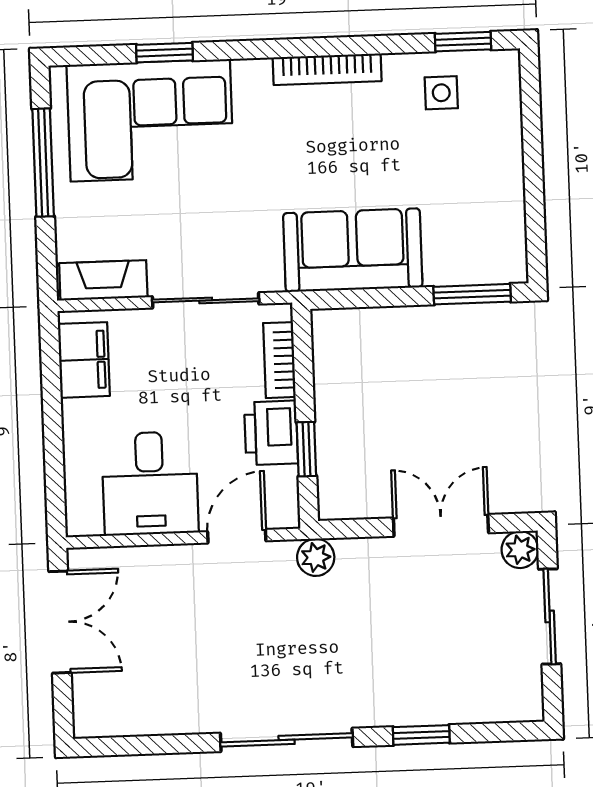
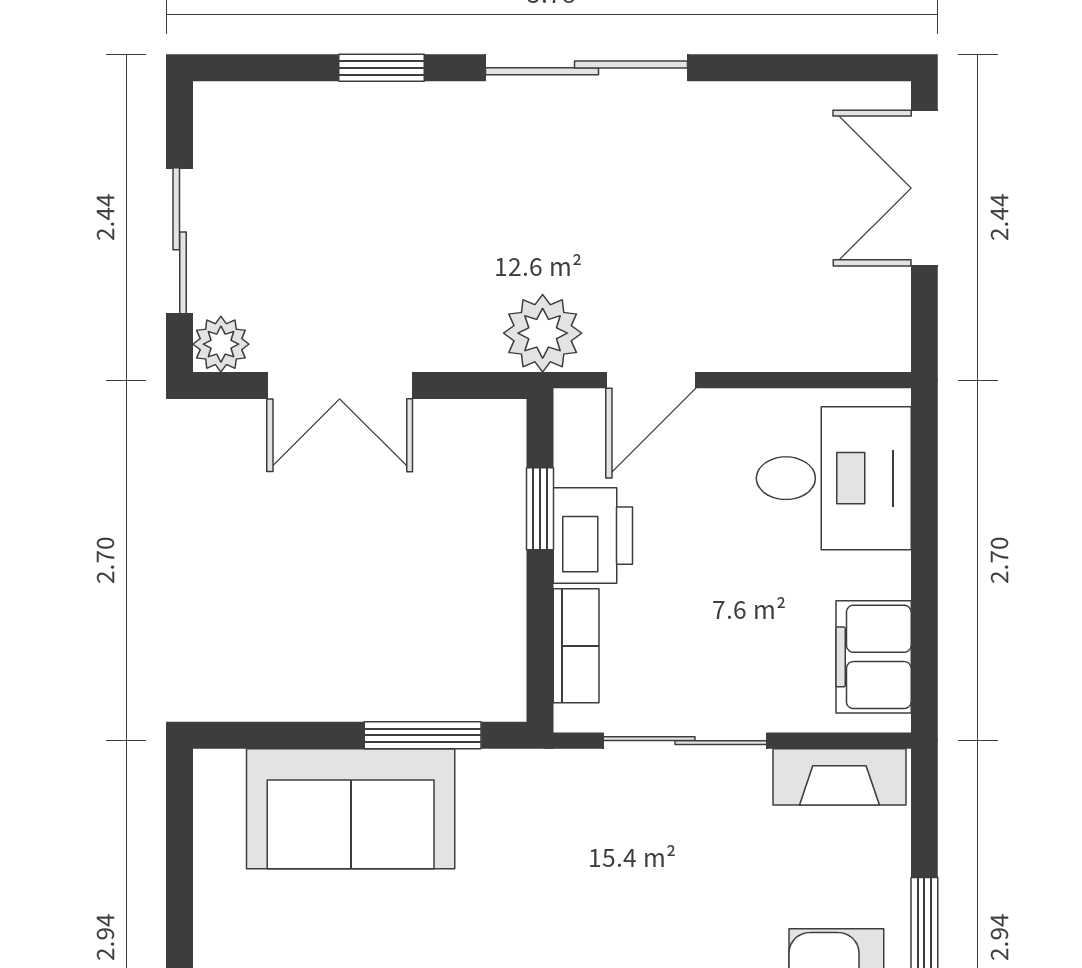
sofa: (353, 250) -> (351, 809), moved
window: (472, 294) -> (423, 735), moved
desk: (150, 483) -> (834, 478), moved, turned 90
plant: (316, 557) -> (543, 333), width x1.38, depth x1.38
double door: (60, 622) -> (924, 188), moved

